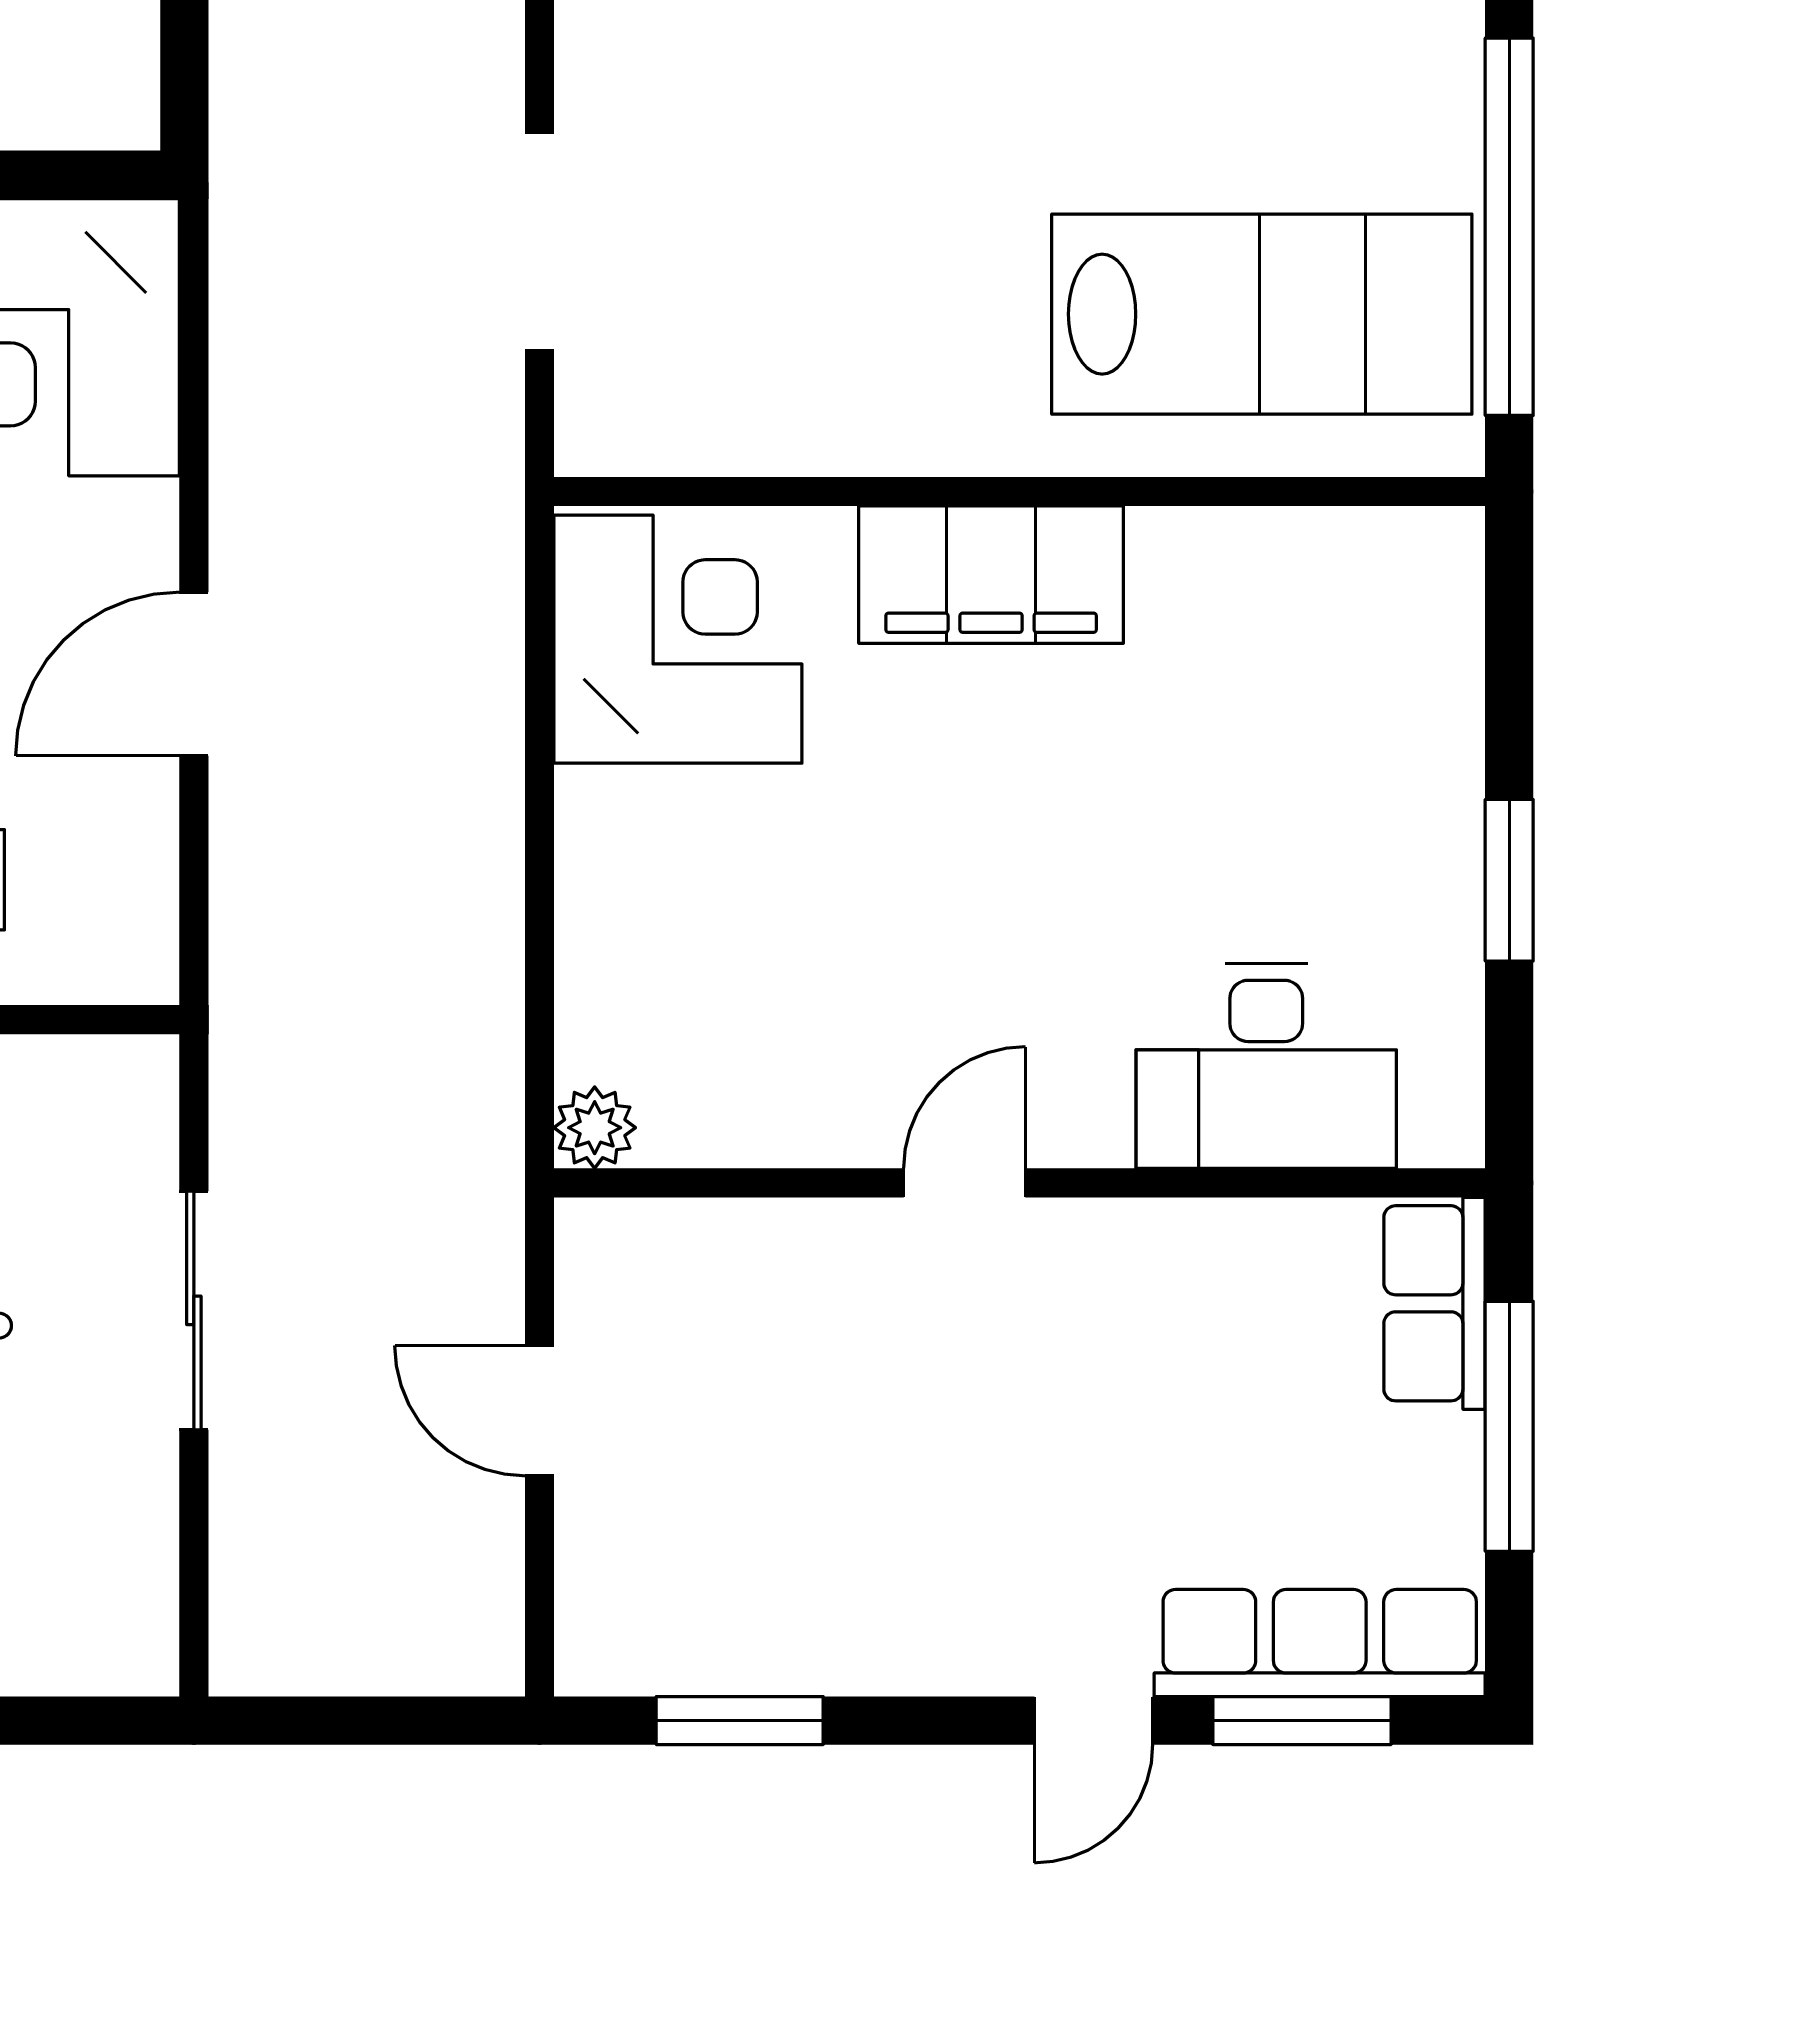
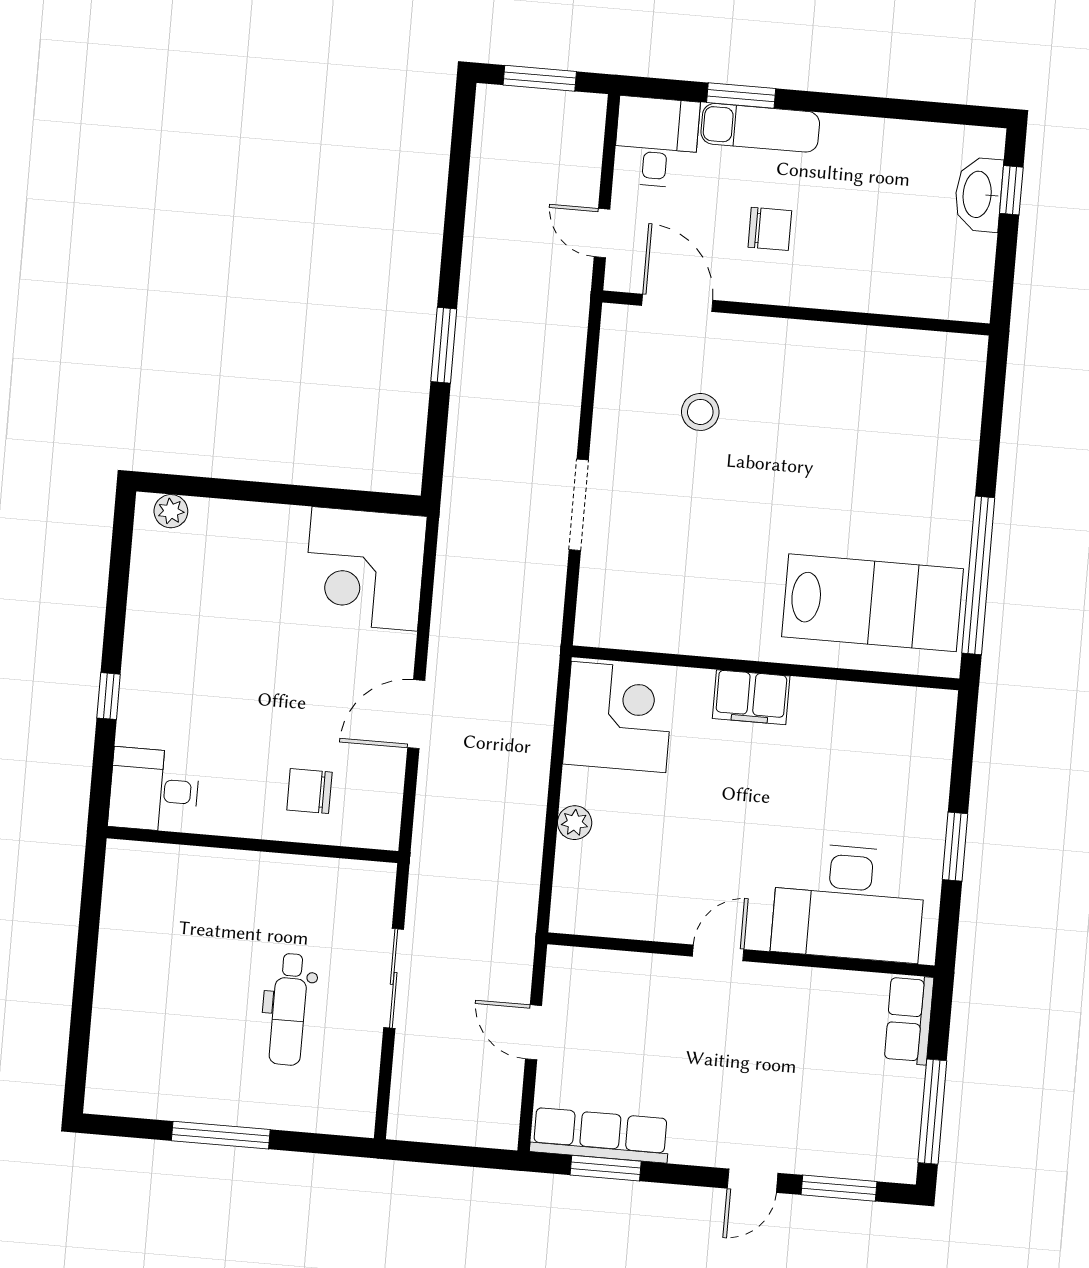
doorway: (539, 241) -> (579, 505), moved
filing cabinet: (991, 575) -> (751, 697), width x0.67, depth x0.86
desk: (1266, 1066) -> (849, 902), width x1.36, depth x1.30
plant: (595, 1128) -> (575, 823), moved
window: (1509, 1426) -> (932, 1112), moved
row of seats: (1320, 1643) -> (600, 1135), moved

